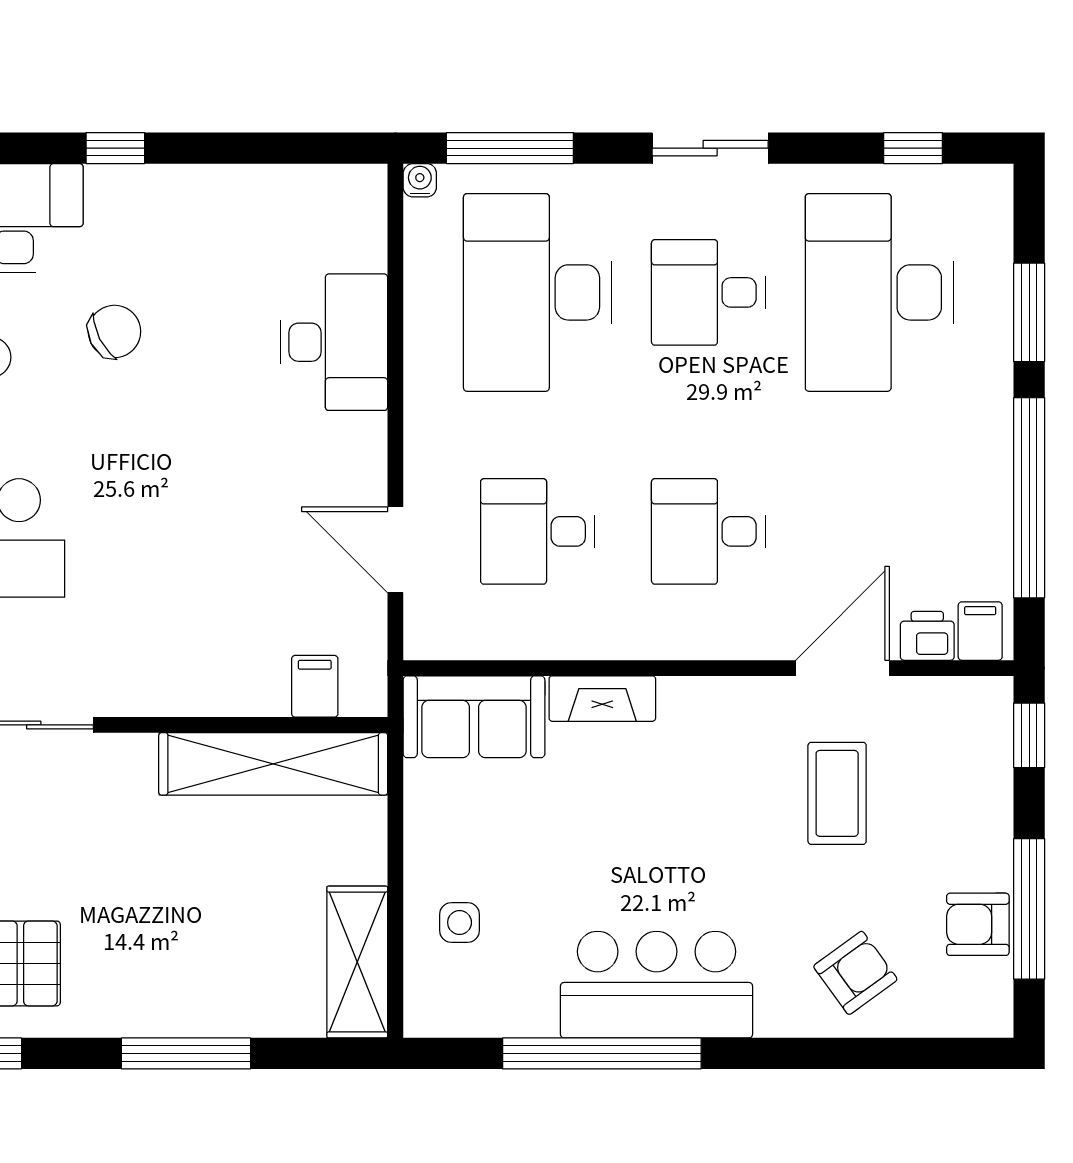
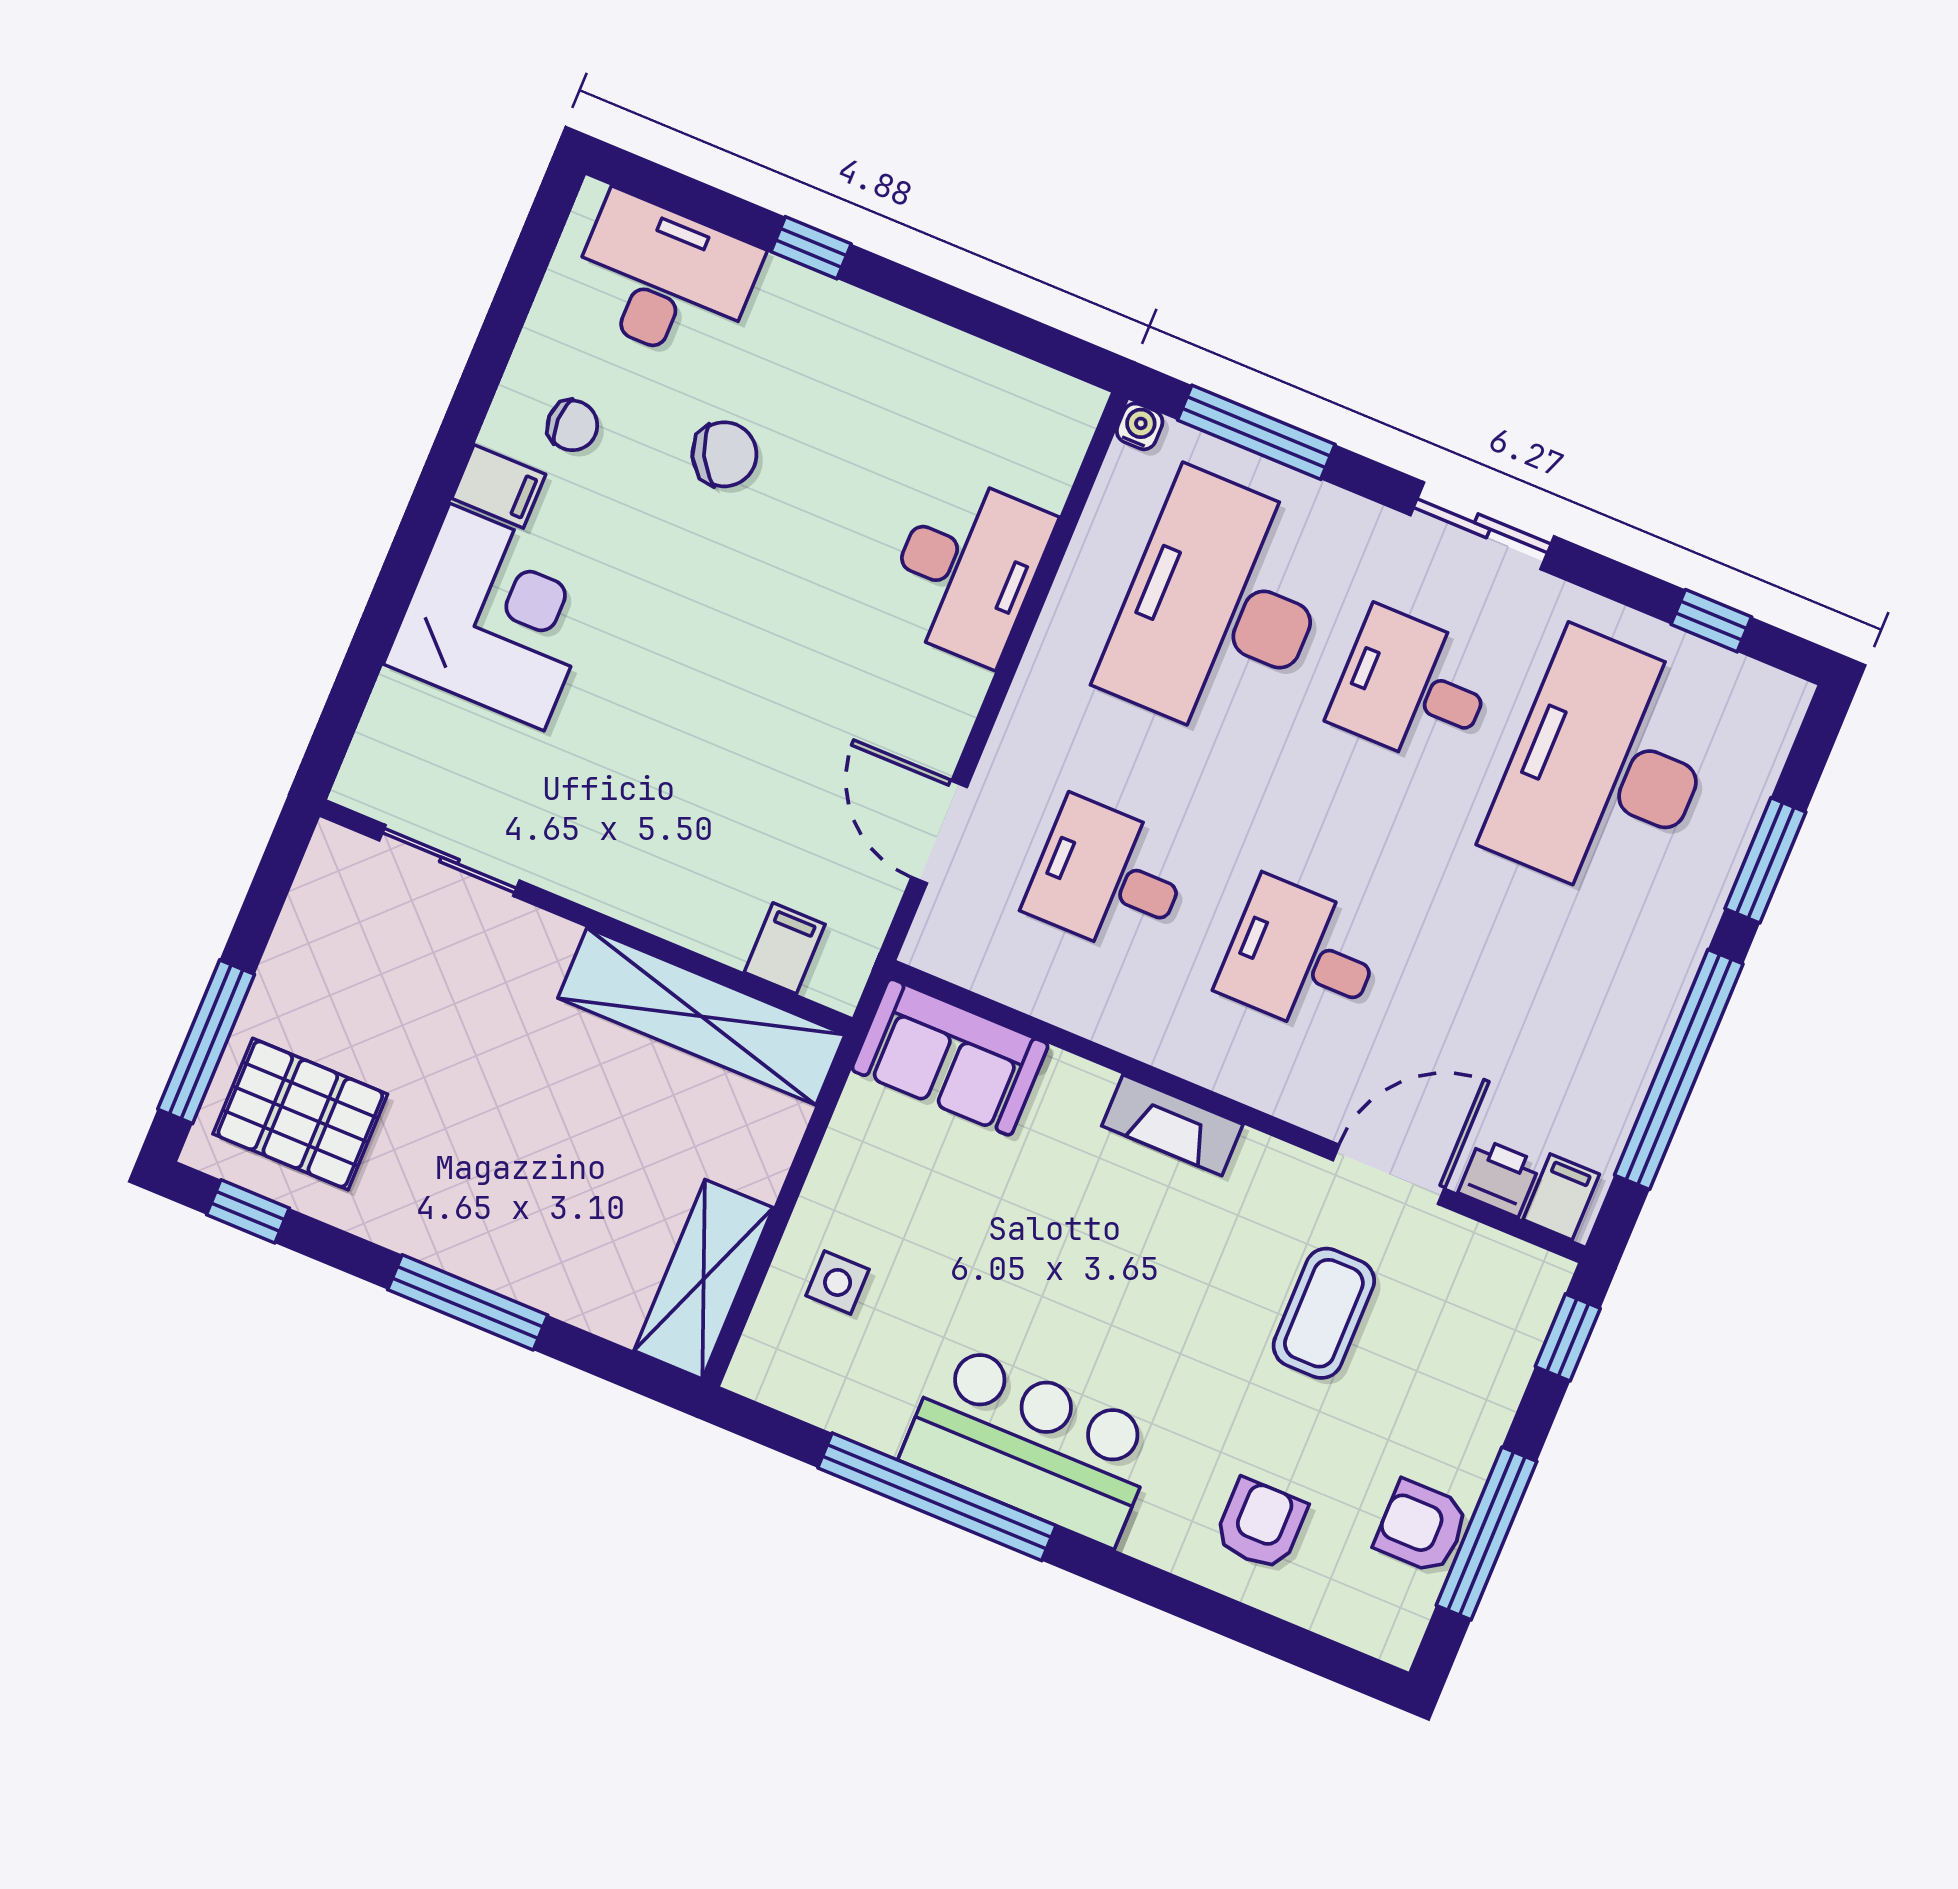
fireplace: (602, 699) -> (1172, 1125), moved
armchair: (855, 973) -> (1261, 1524), turned -54

